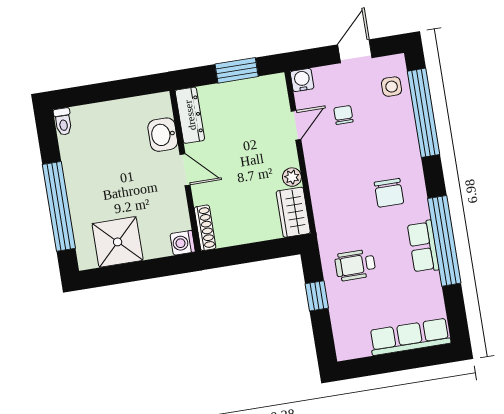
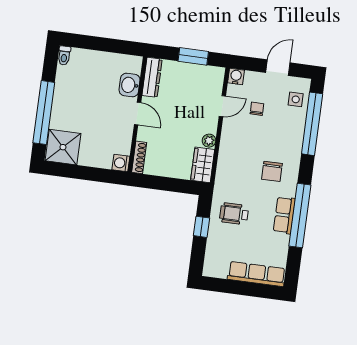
shower: (118, 242) -> (63, 147), moved

